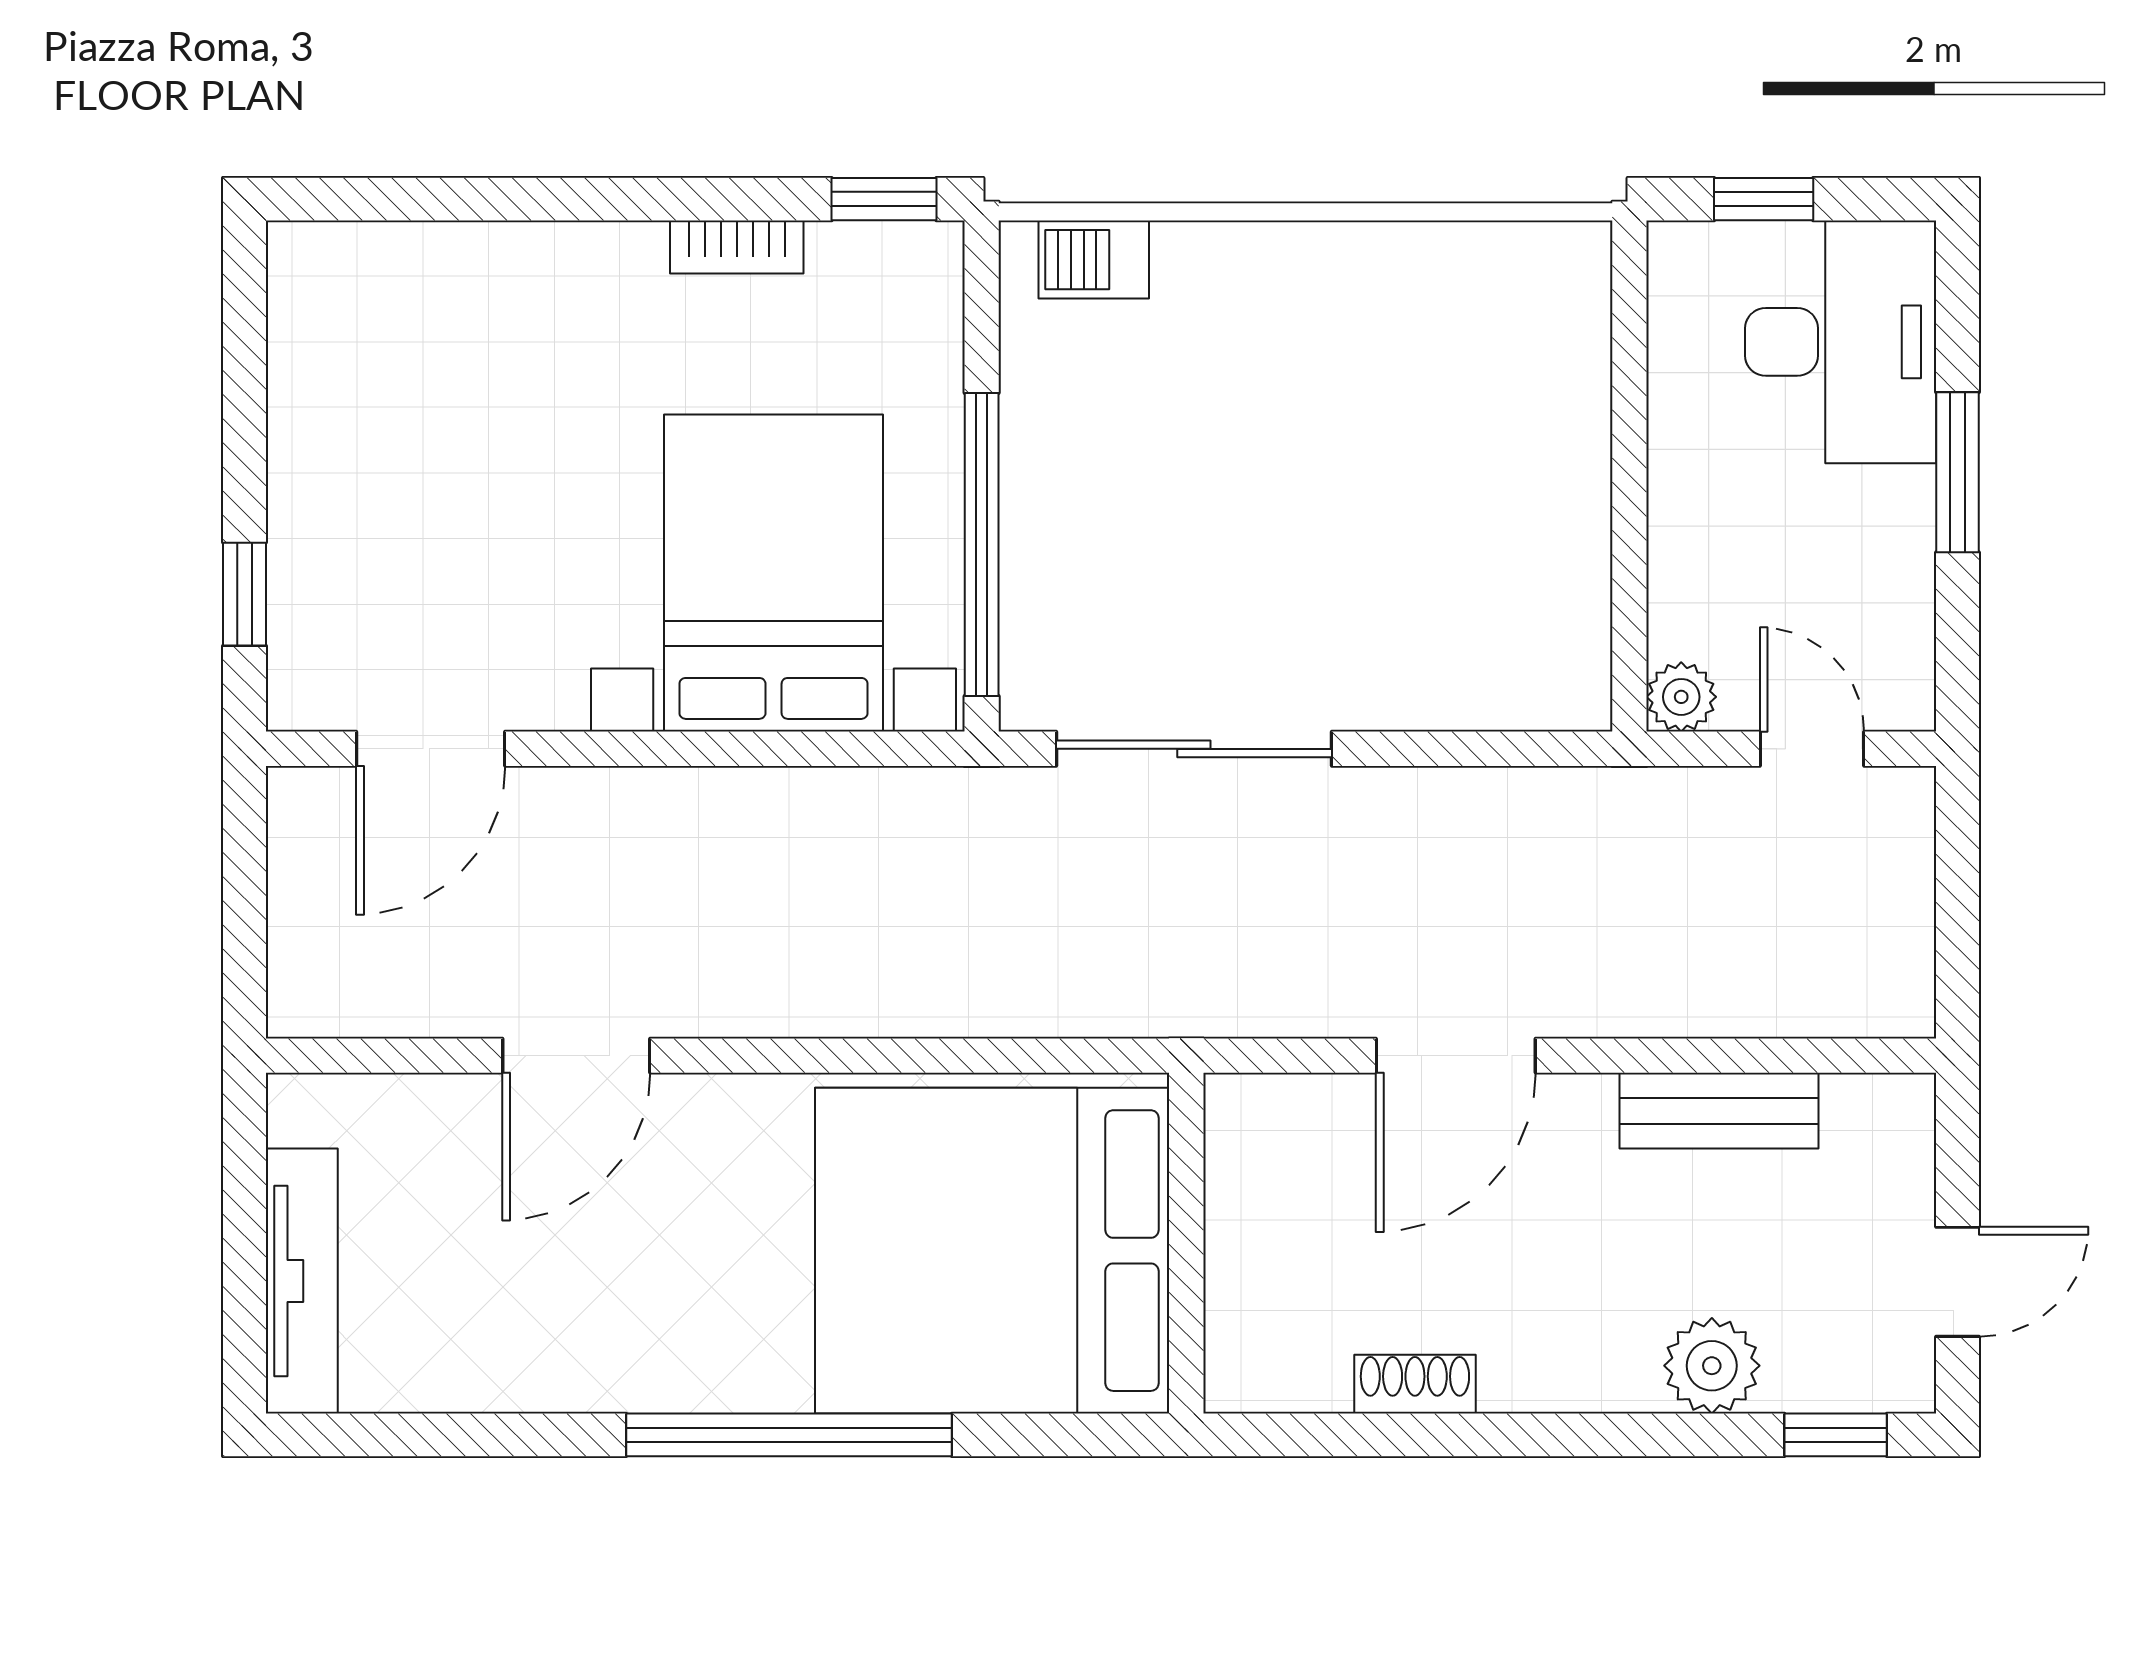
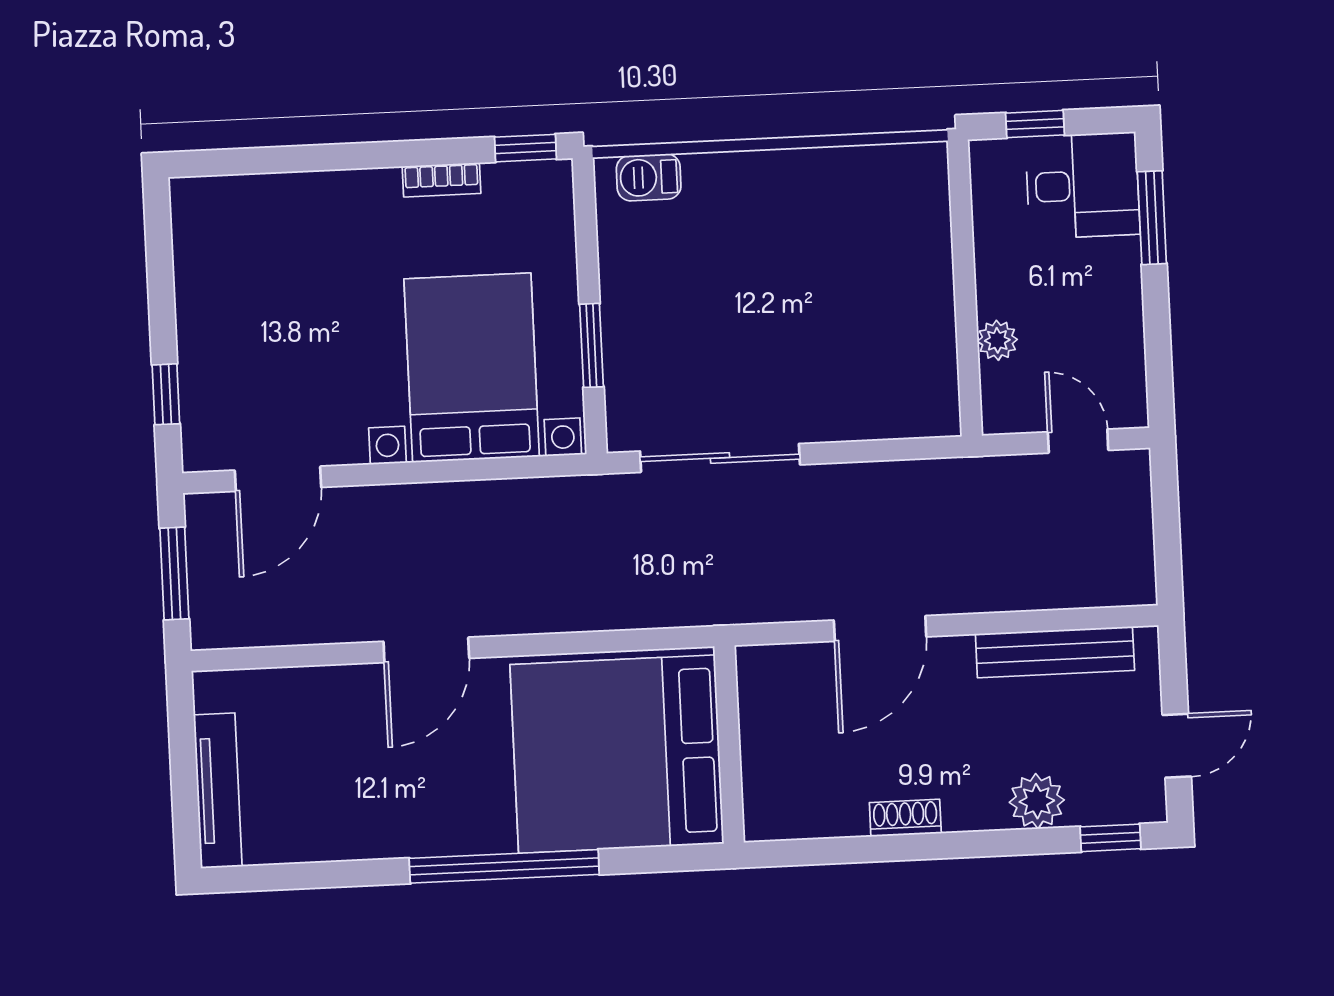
desk: (1841, 342) -> (1083, 186), width x0.73
window: (1957, 472) -> (1152, 218), moved
window: (982, 545) -> (591, 345), width x0.47
plant: (1681, 697) -> (997, 340), moved
window: (245, 904) -> (174, 574), added
door: (576, 1056) -> (426, 650), moved
bench: (1719, 1111) -> (1055, 652), width x1.36
shoe rack: (1415, 1384) -> (905, 818), moved

